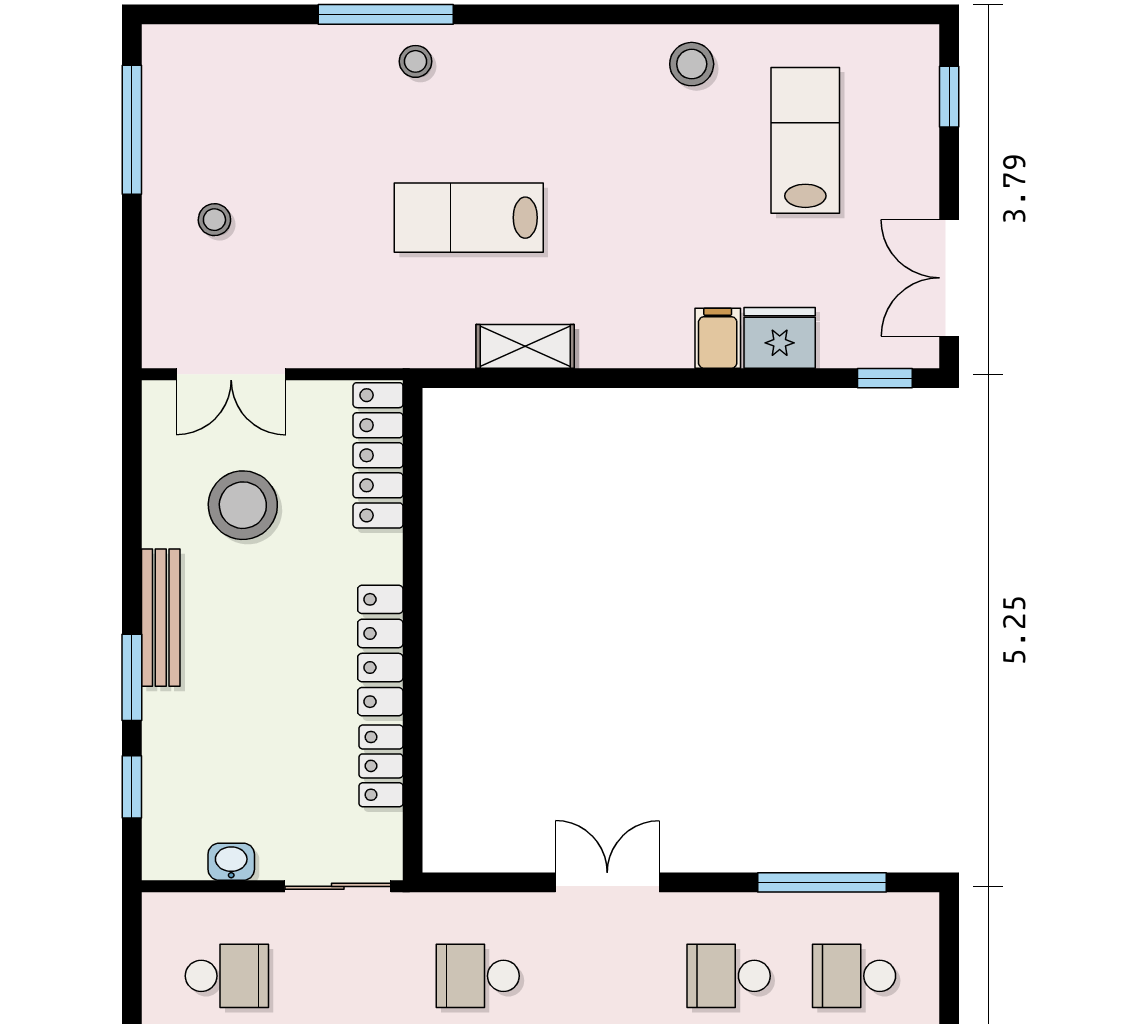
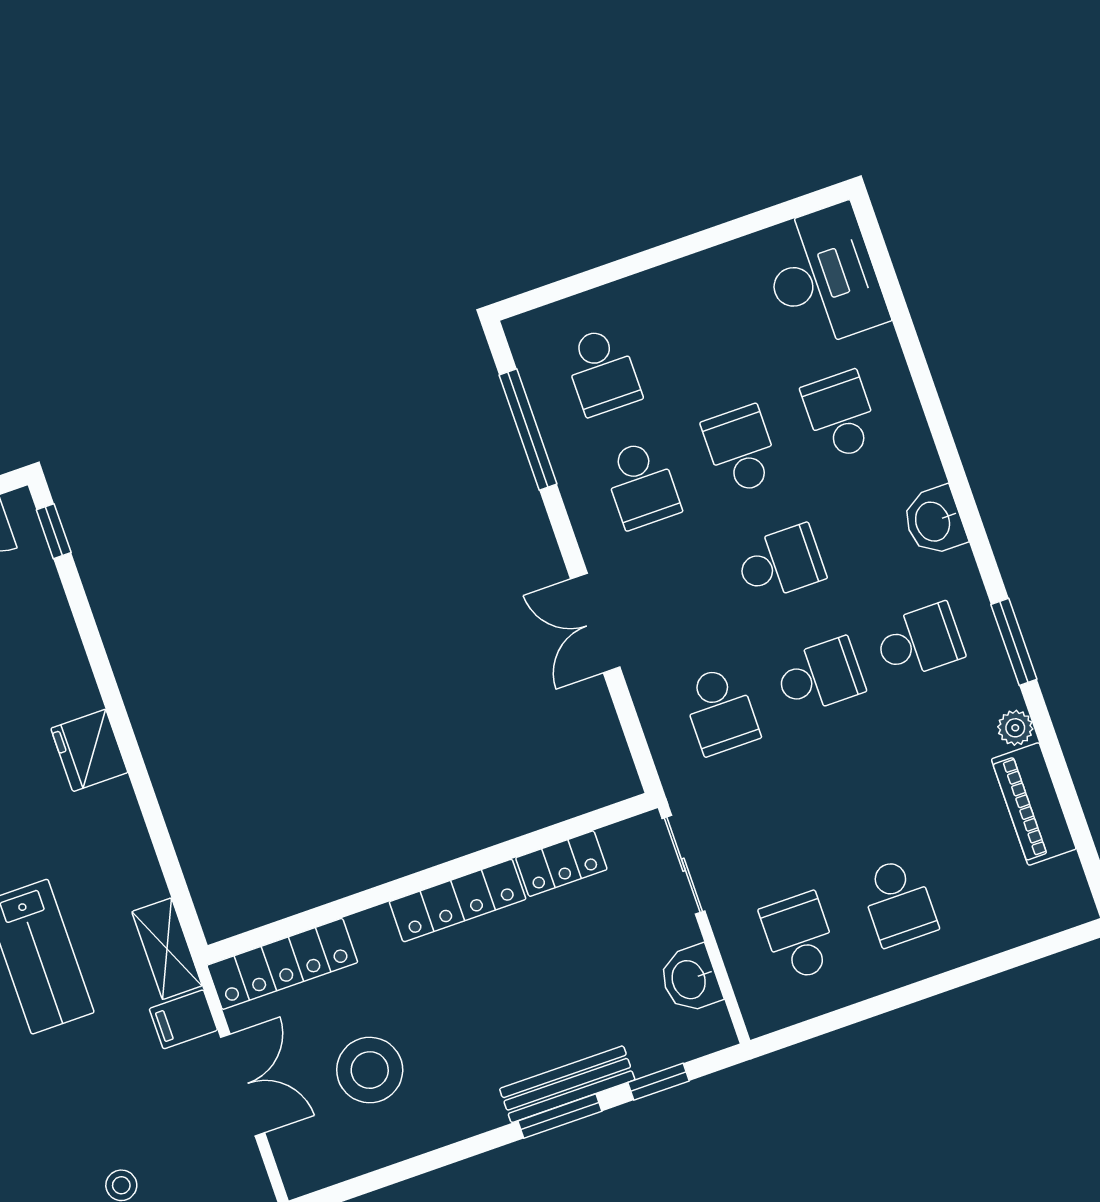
filing cabinet: (718, 338) -> (183, 1019), moved
fridge: (780, 338) -> (89, 750), moved
shelving: (525, 346) -> (167, 949), moved
double door: (231, 374) -> (243, 1085), moved
bench: (161, 618) -> (567, 1084), moved
washbasin: (231, 862) -> (690, 979), width x1.38, depth x1.45

